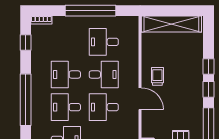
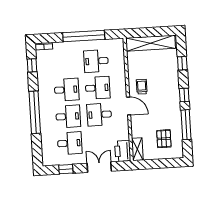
window: (208, 66) -> (182, 63), moved
desk: (66, 74) -> (67, 90), turned 180
desk: (66, 107) -> (68, 116), turned 180

